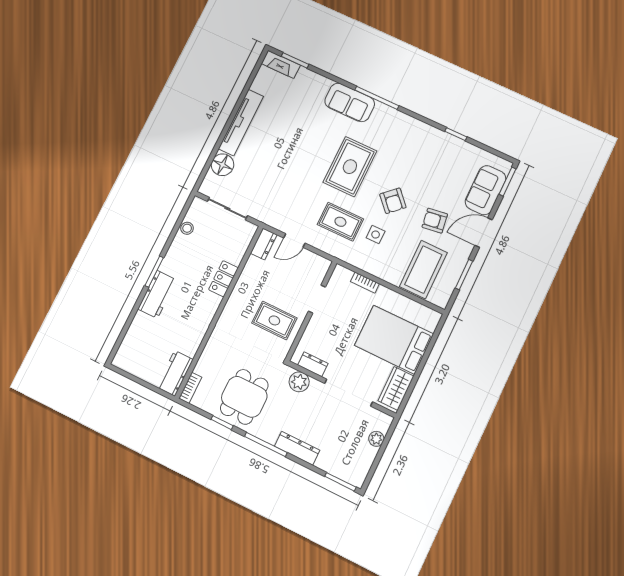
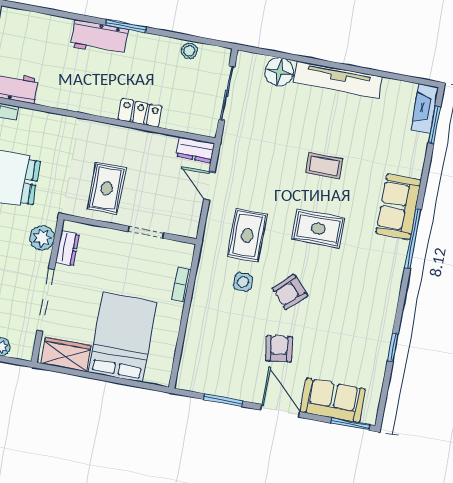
rug: (350, 167) -> (318, 229), width x0.73, depth x0.70
coffee table: (423, 270) -> (324, 166), moved, width x0.54, depth x0.58

